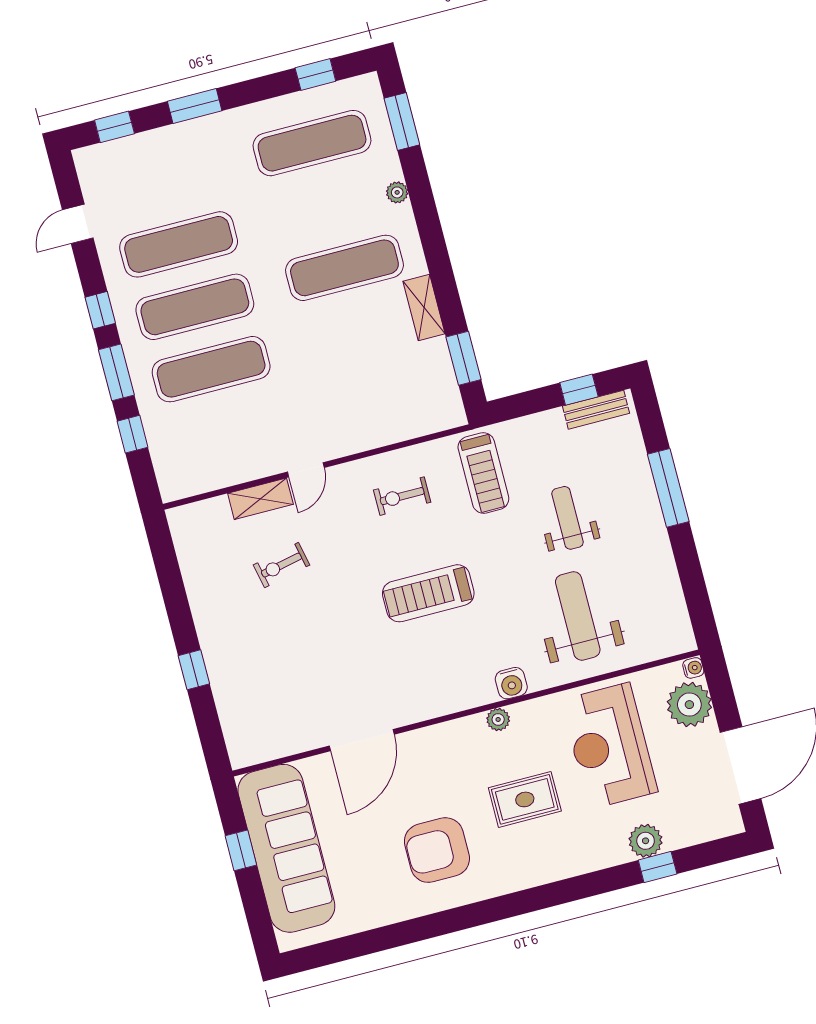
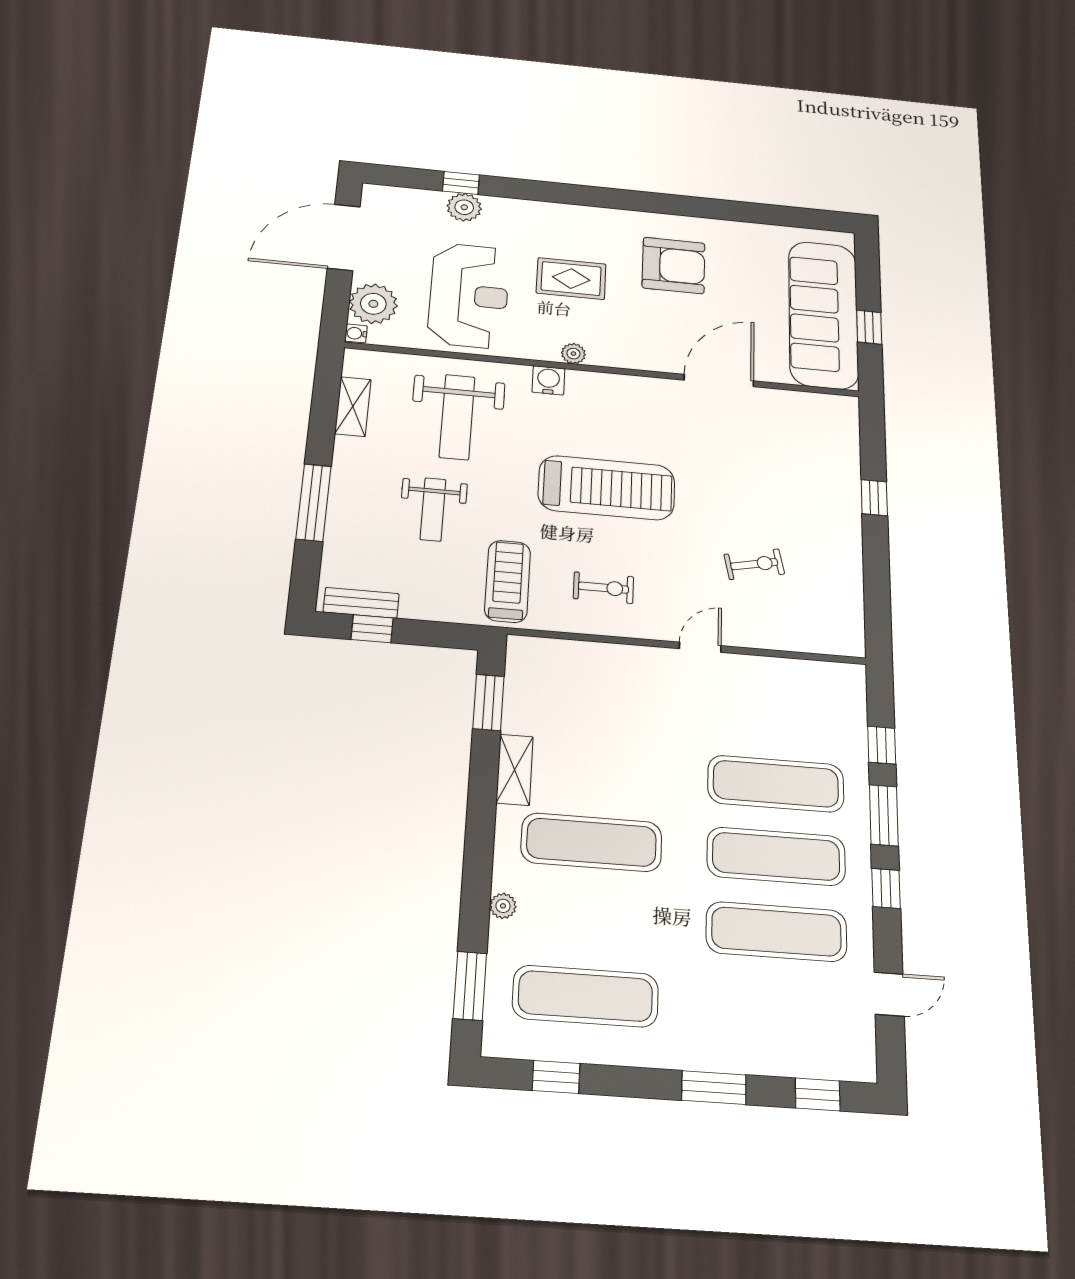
shelving: (260, 499) -> (353, 407), moved, turned 90
treadmill: (428, 593) -> (607, 488), width x1.37, depth x1.38

